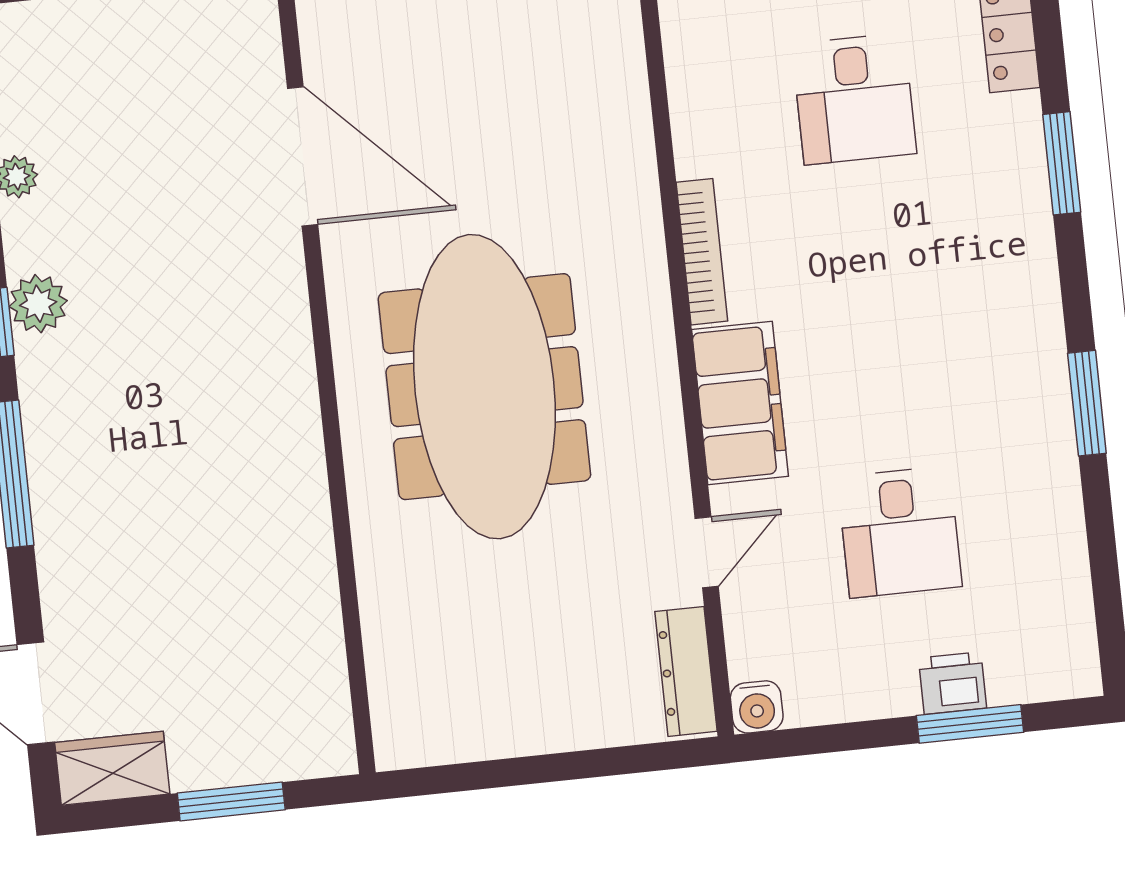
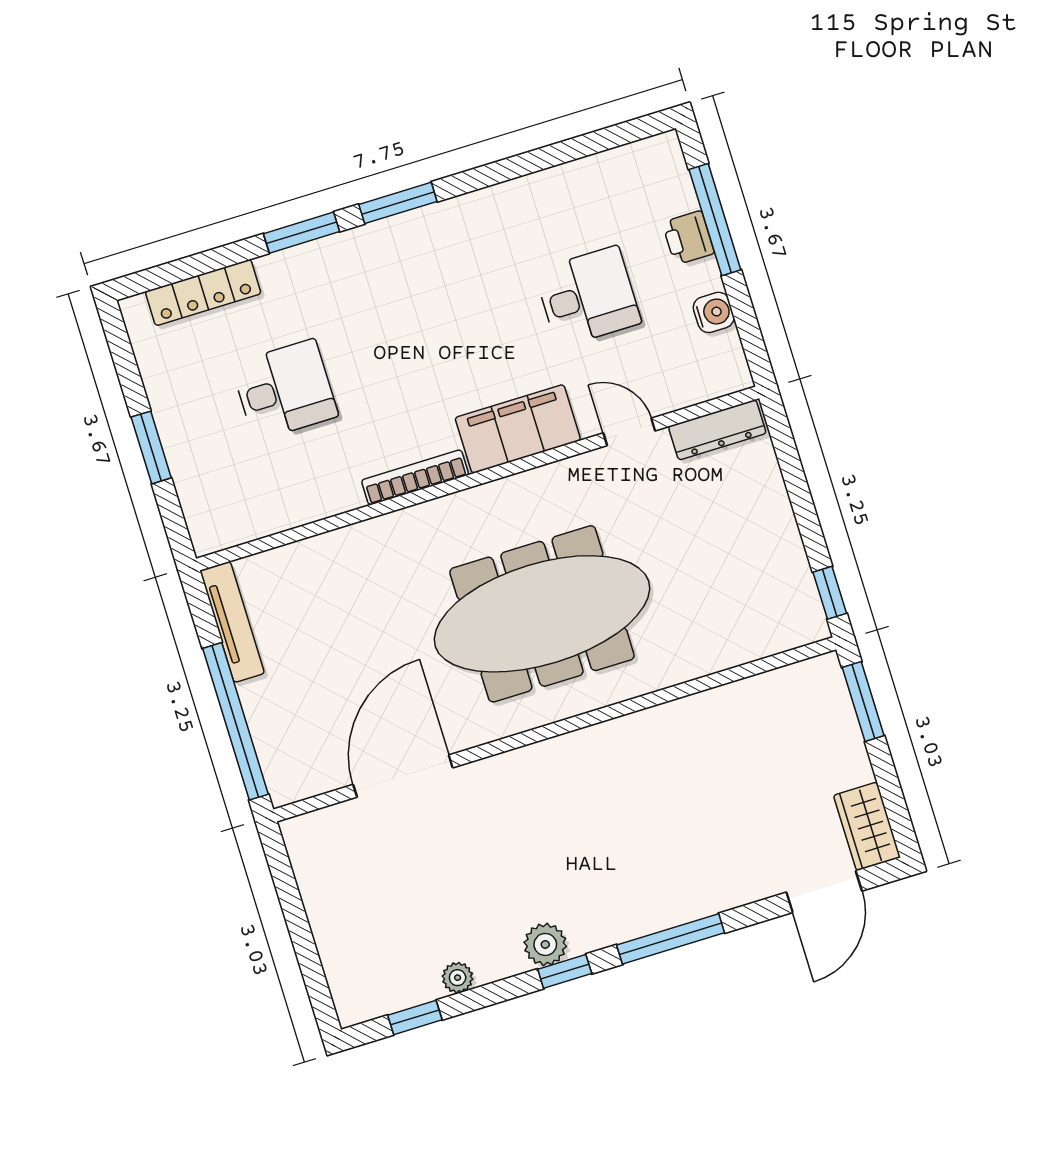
window: (1087, 403) -> (398, 203), moved
water cooler: (757, 707) -> (714, 312), moved
window: (970, 724) -> (715, 220), width x1.44
window: (437, 780) -> (830, 593), added
window: (231, 801) -> (863, 702), moved

